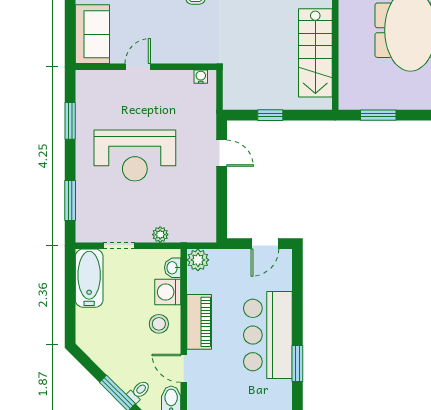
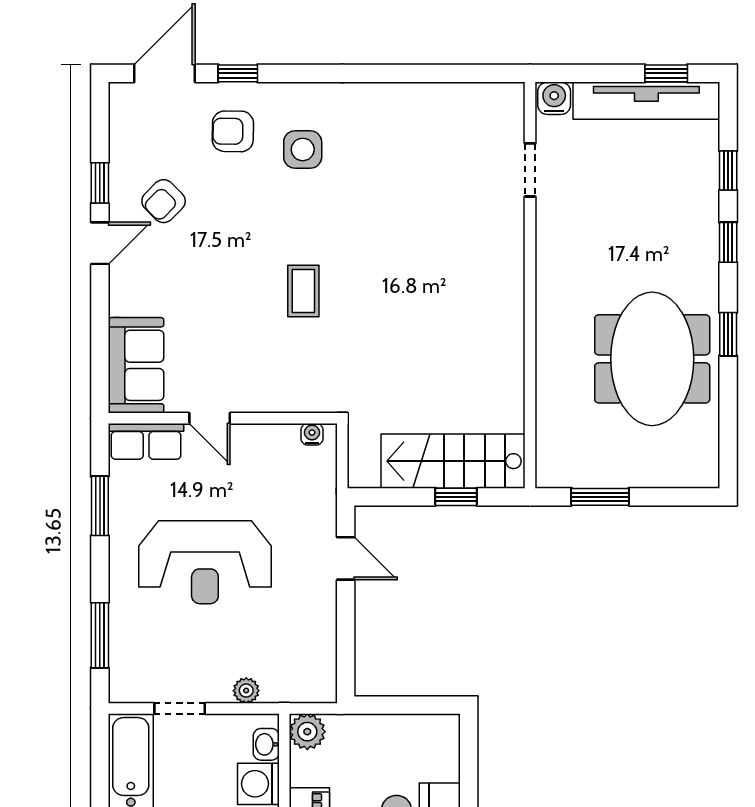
stairs: (315, 53) -> (453, 461), moved, turned 90
door: (138, 67) -> (210, 418), swing flipped
row of seats: (99, 81) -> (146, 441), added
window: (270, 115) -> (456, 497), moved
door: (265, 244) -> (416, 705), removed

